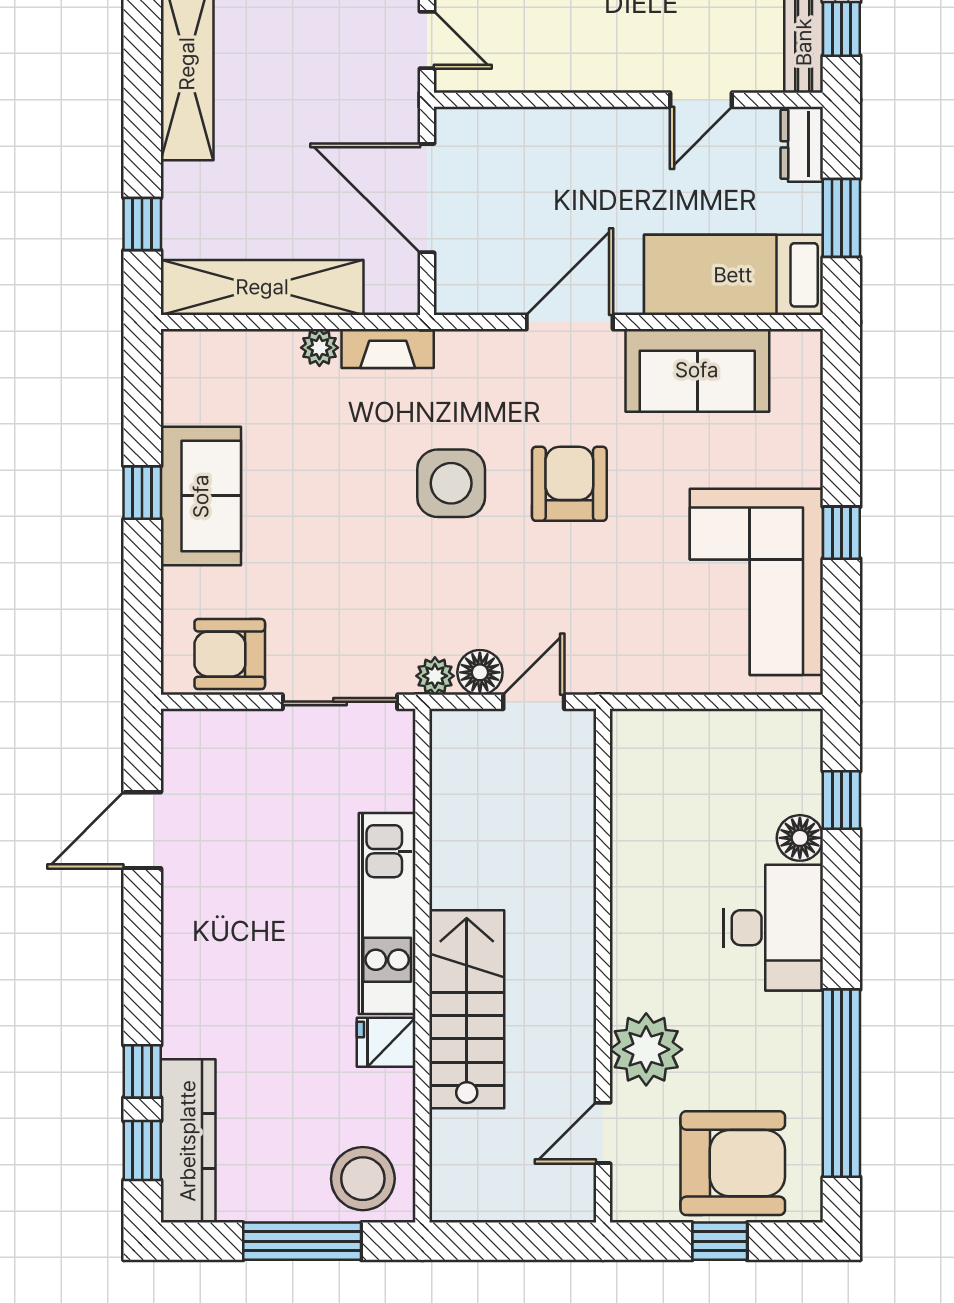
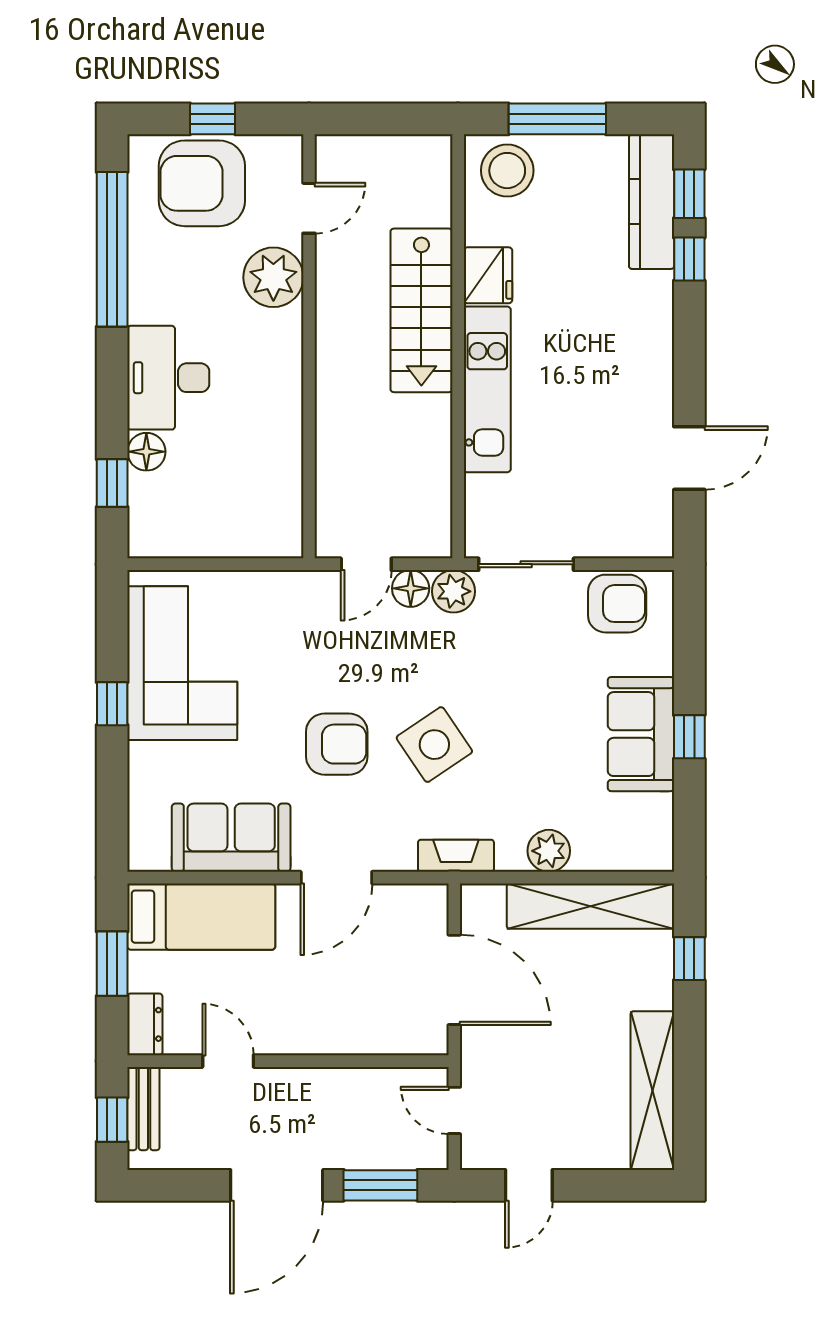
door: (701, 100) -> (228, 1061), hinge flipped
plant: (319, 348) -> (549, 851), width x1.38, depth x1.38
fireplace: (388, 349) -> (456, 856), moved
side table: (451, 483) -> (434, 745), turned -34
armchair: (569, 484) -> (337, 744), turned -90
plant: (435, 676) -> (453, 591), width x1.38, depth x1.38
fridge: (386, 1042) -> (488, 275), width x1.38

